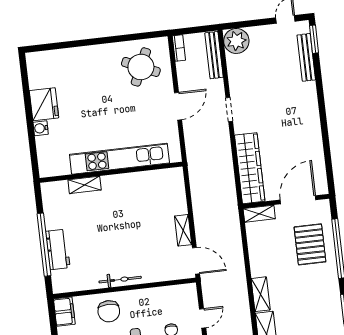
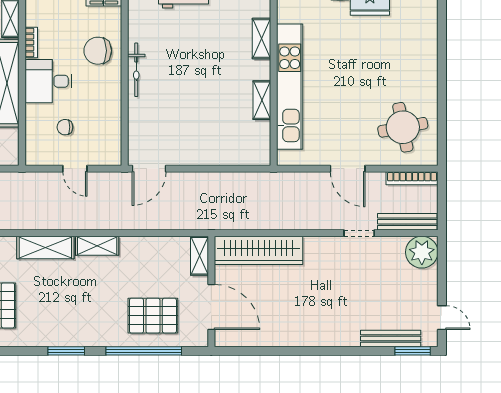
bookcase: (179, 48) -> (412, 178), width x1.56
round table: (141, 67) -> (403, 127), turned -35
doorway: (229, 110) -> (359, 233), moved
shelving: (183, 230) -> (262, 100), moved, turned 90

